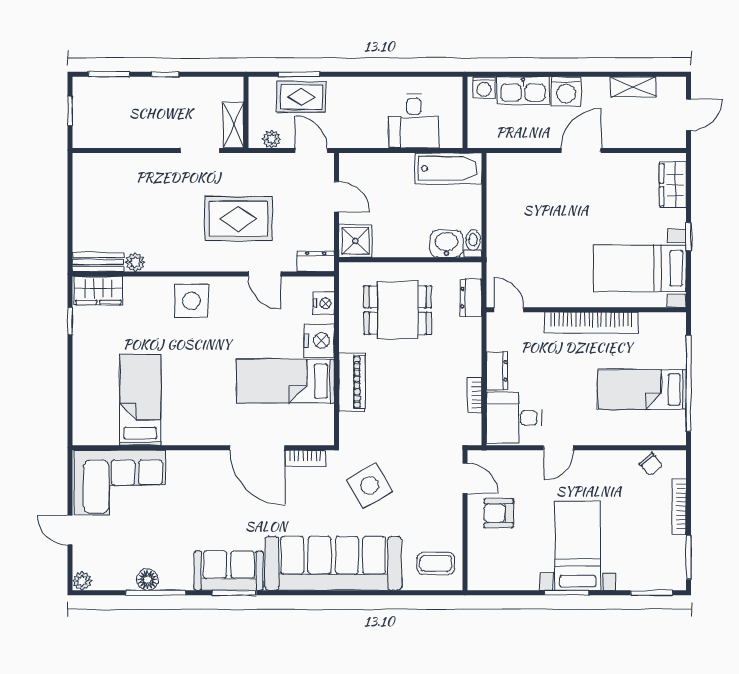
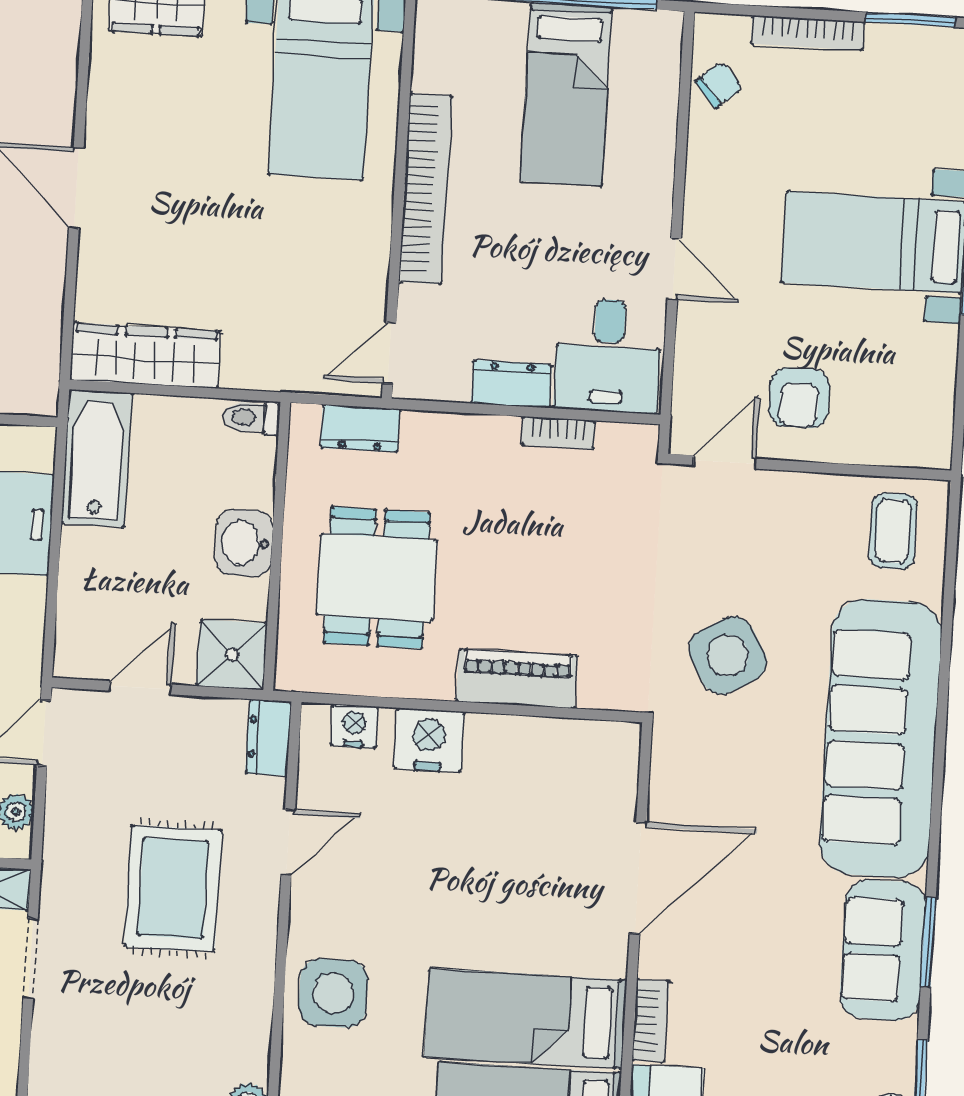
wardrobe: (500, 189) -> (145, 355), added
washbasin: (446, 244) -> (244, 543), moved
bed: (285, 381) -> (526, 1019), moved, turned 90
bookcase: (305, 458) -> (651, 1021), moved

